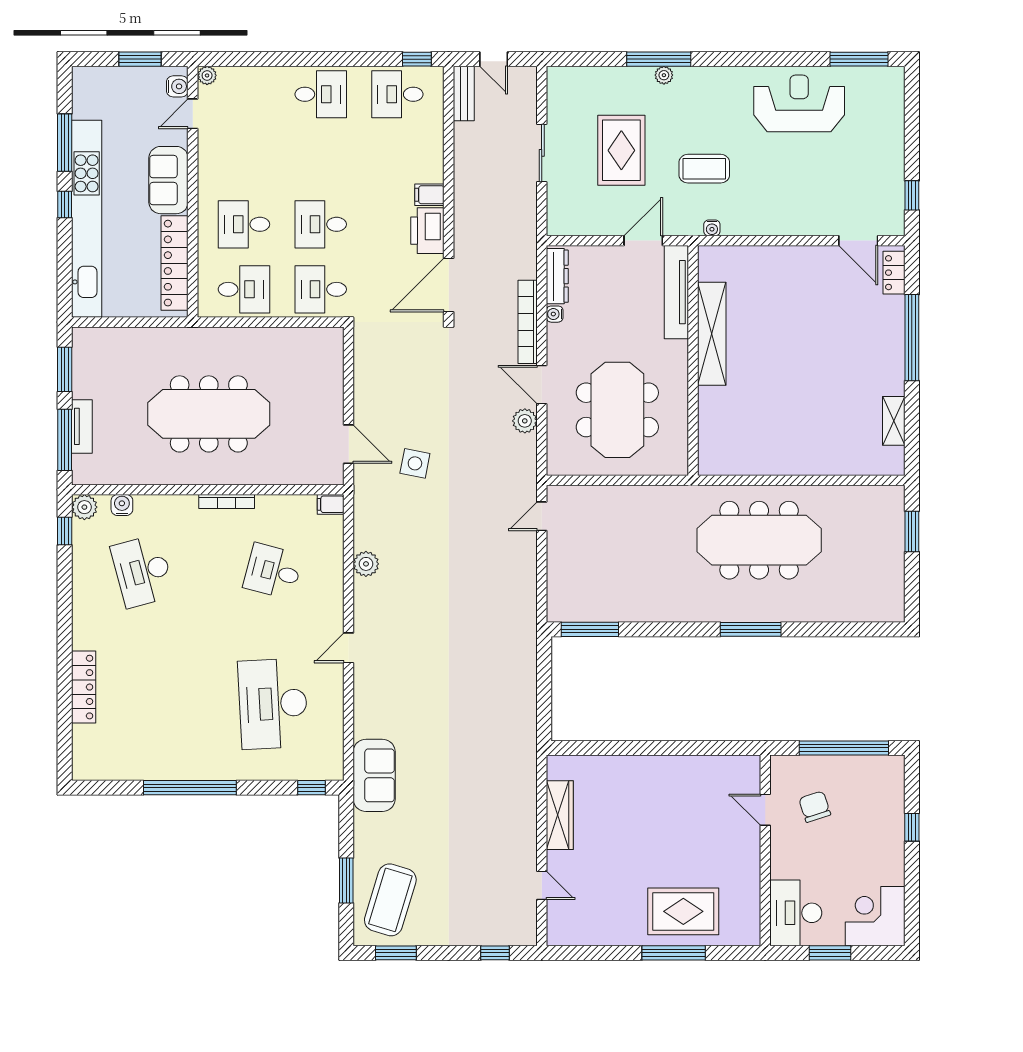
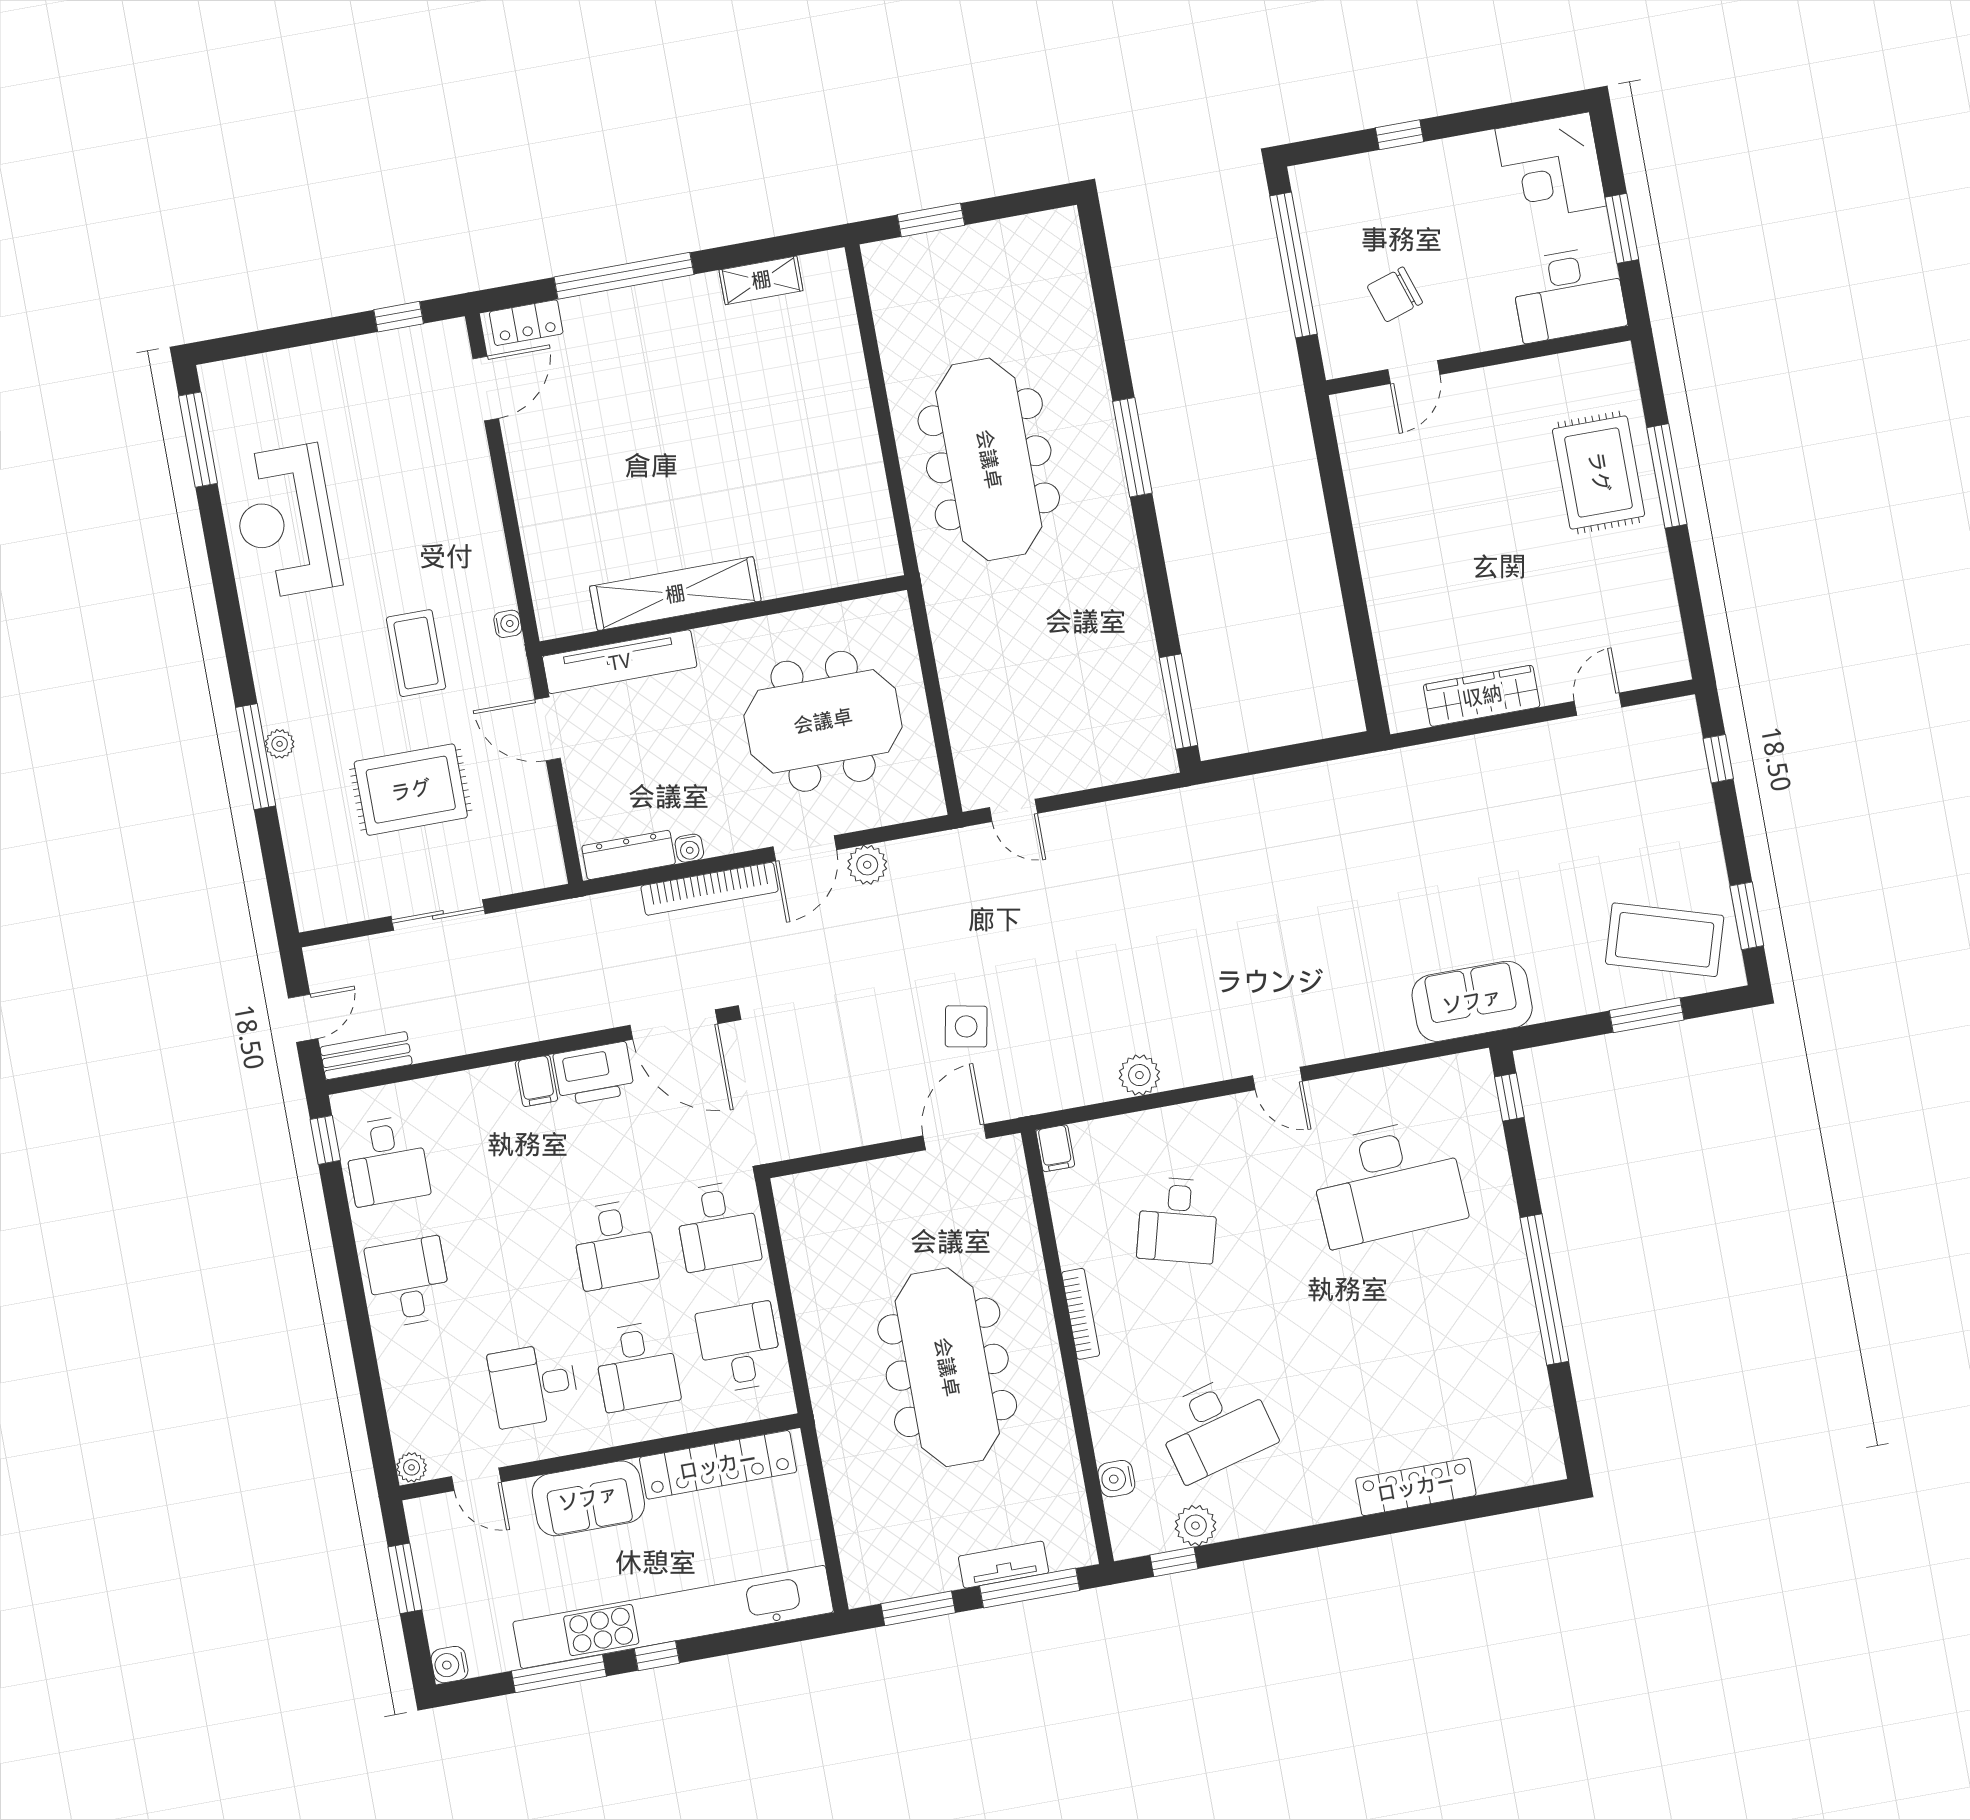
water cooler: (177, 86) -> (450, 1665), moved, turned -90
desk: (244, 159) -> (534, 1385), added
plant: (84, 507) -> (1195, 1526), moved

